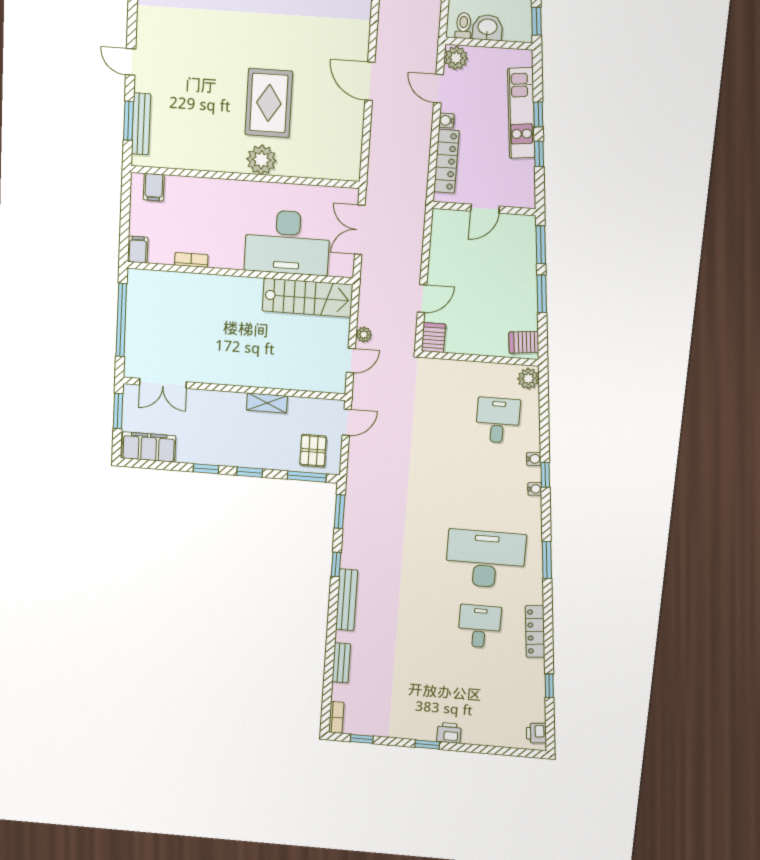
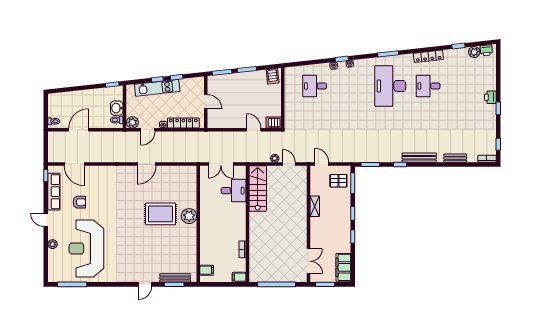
desk: (287, 242) -> (234, 191), width x0.53, depth x0.77
plant: (528, 379) -> (474, 52), moved

